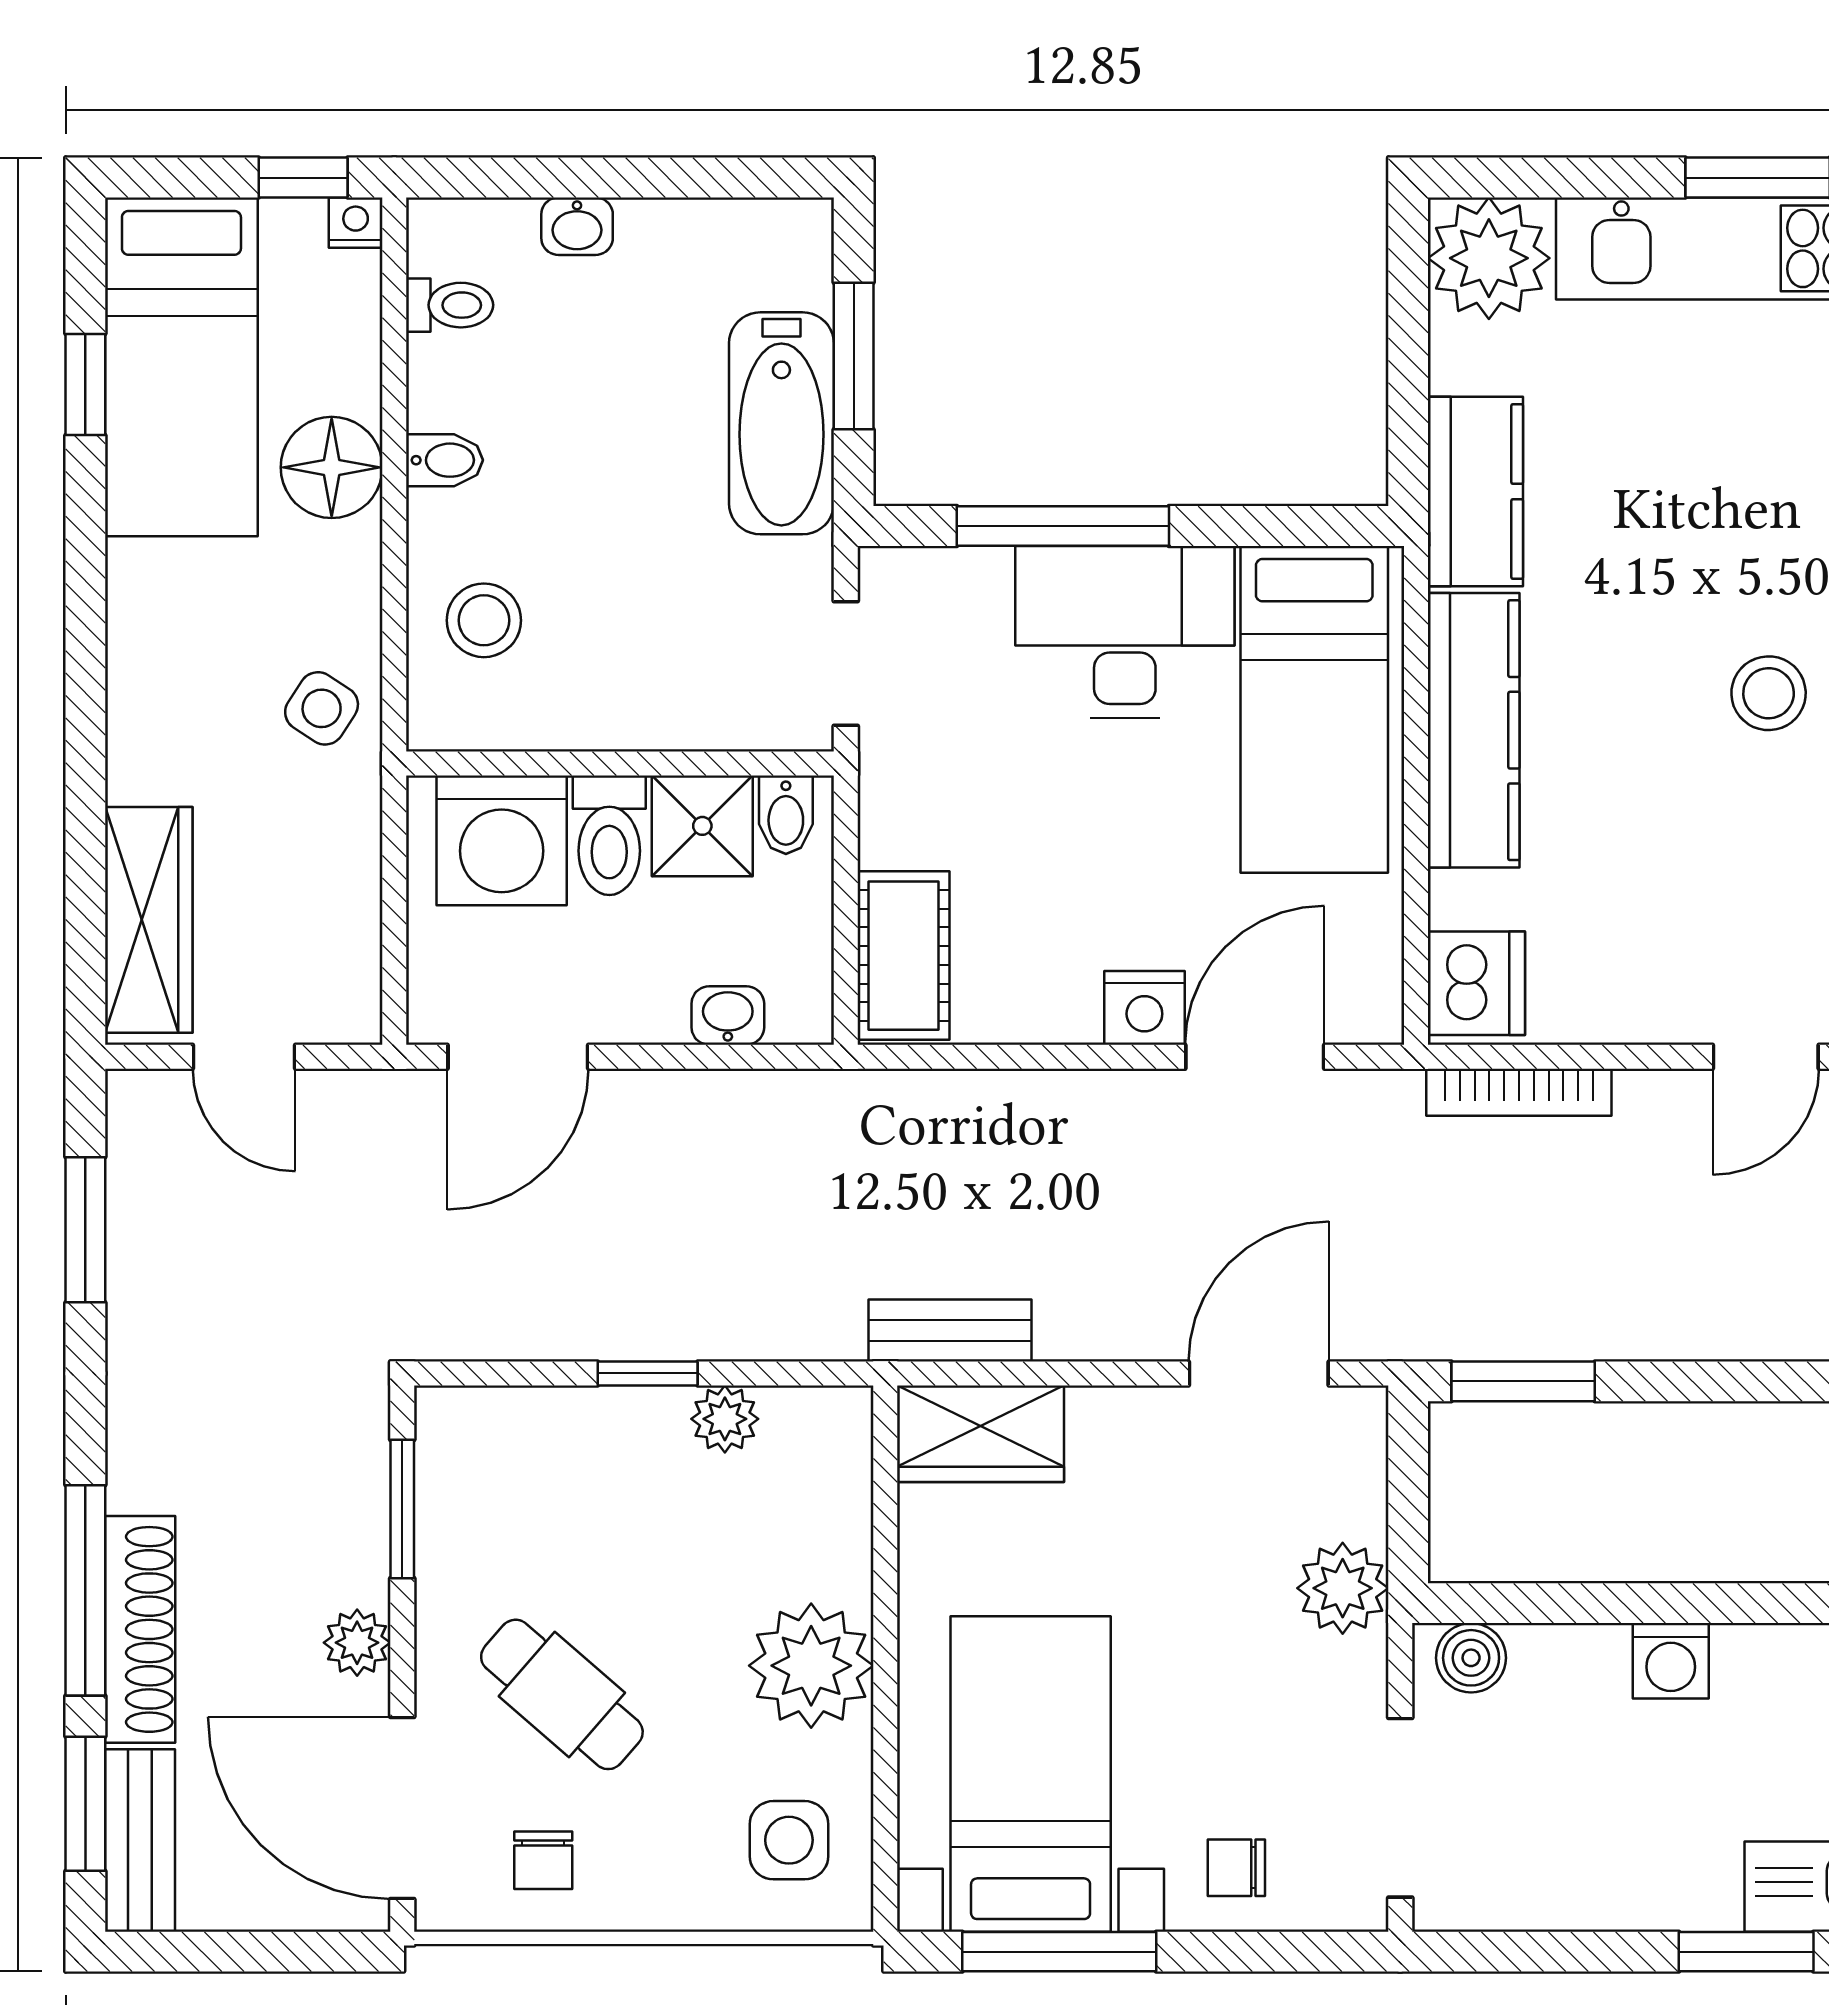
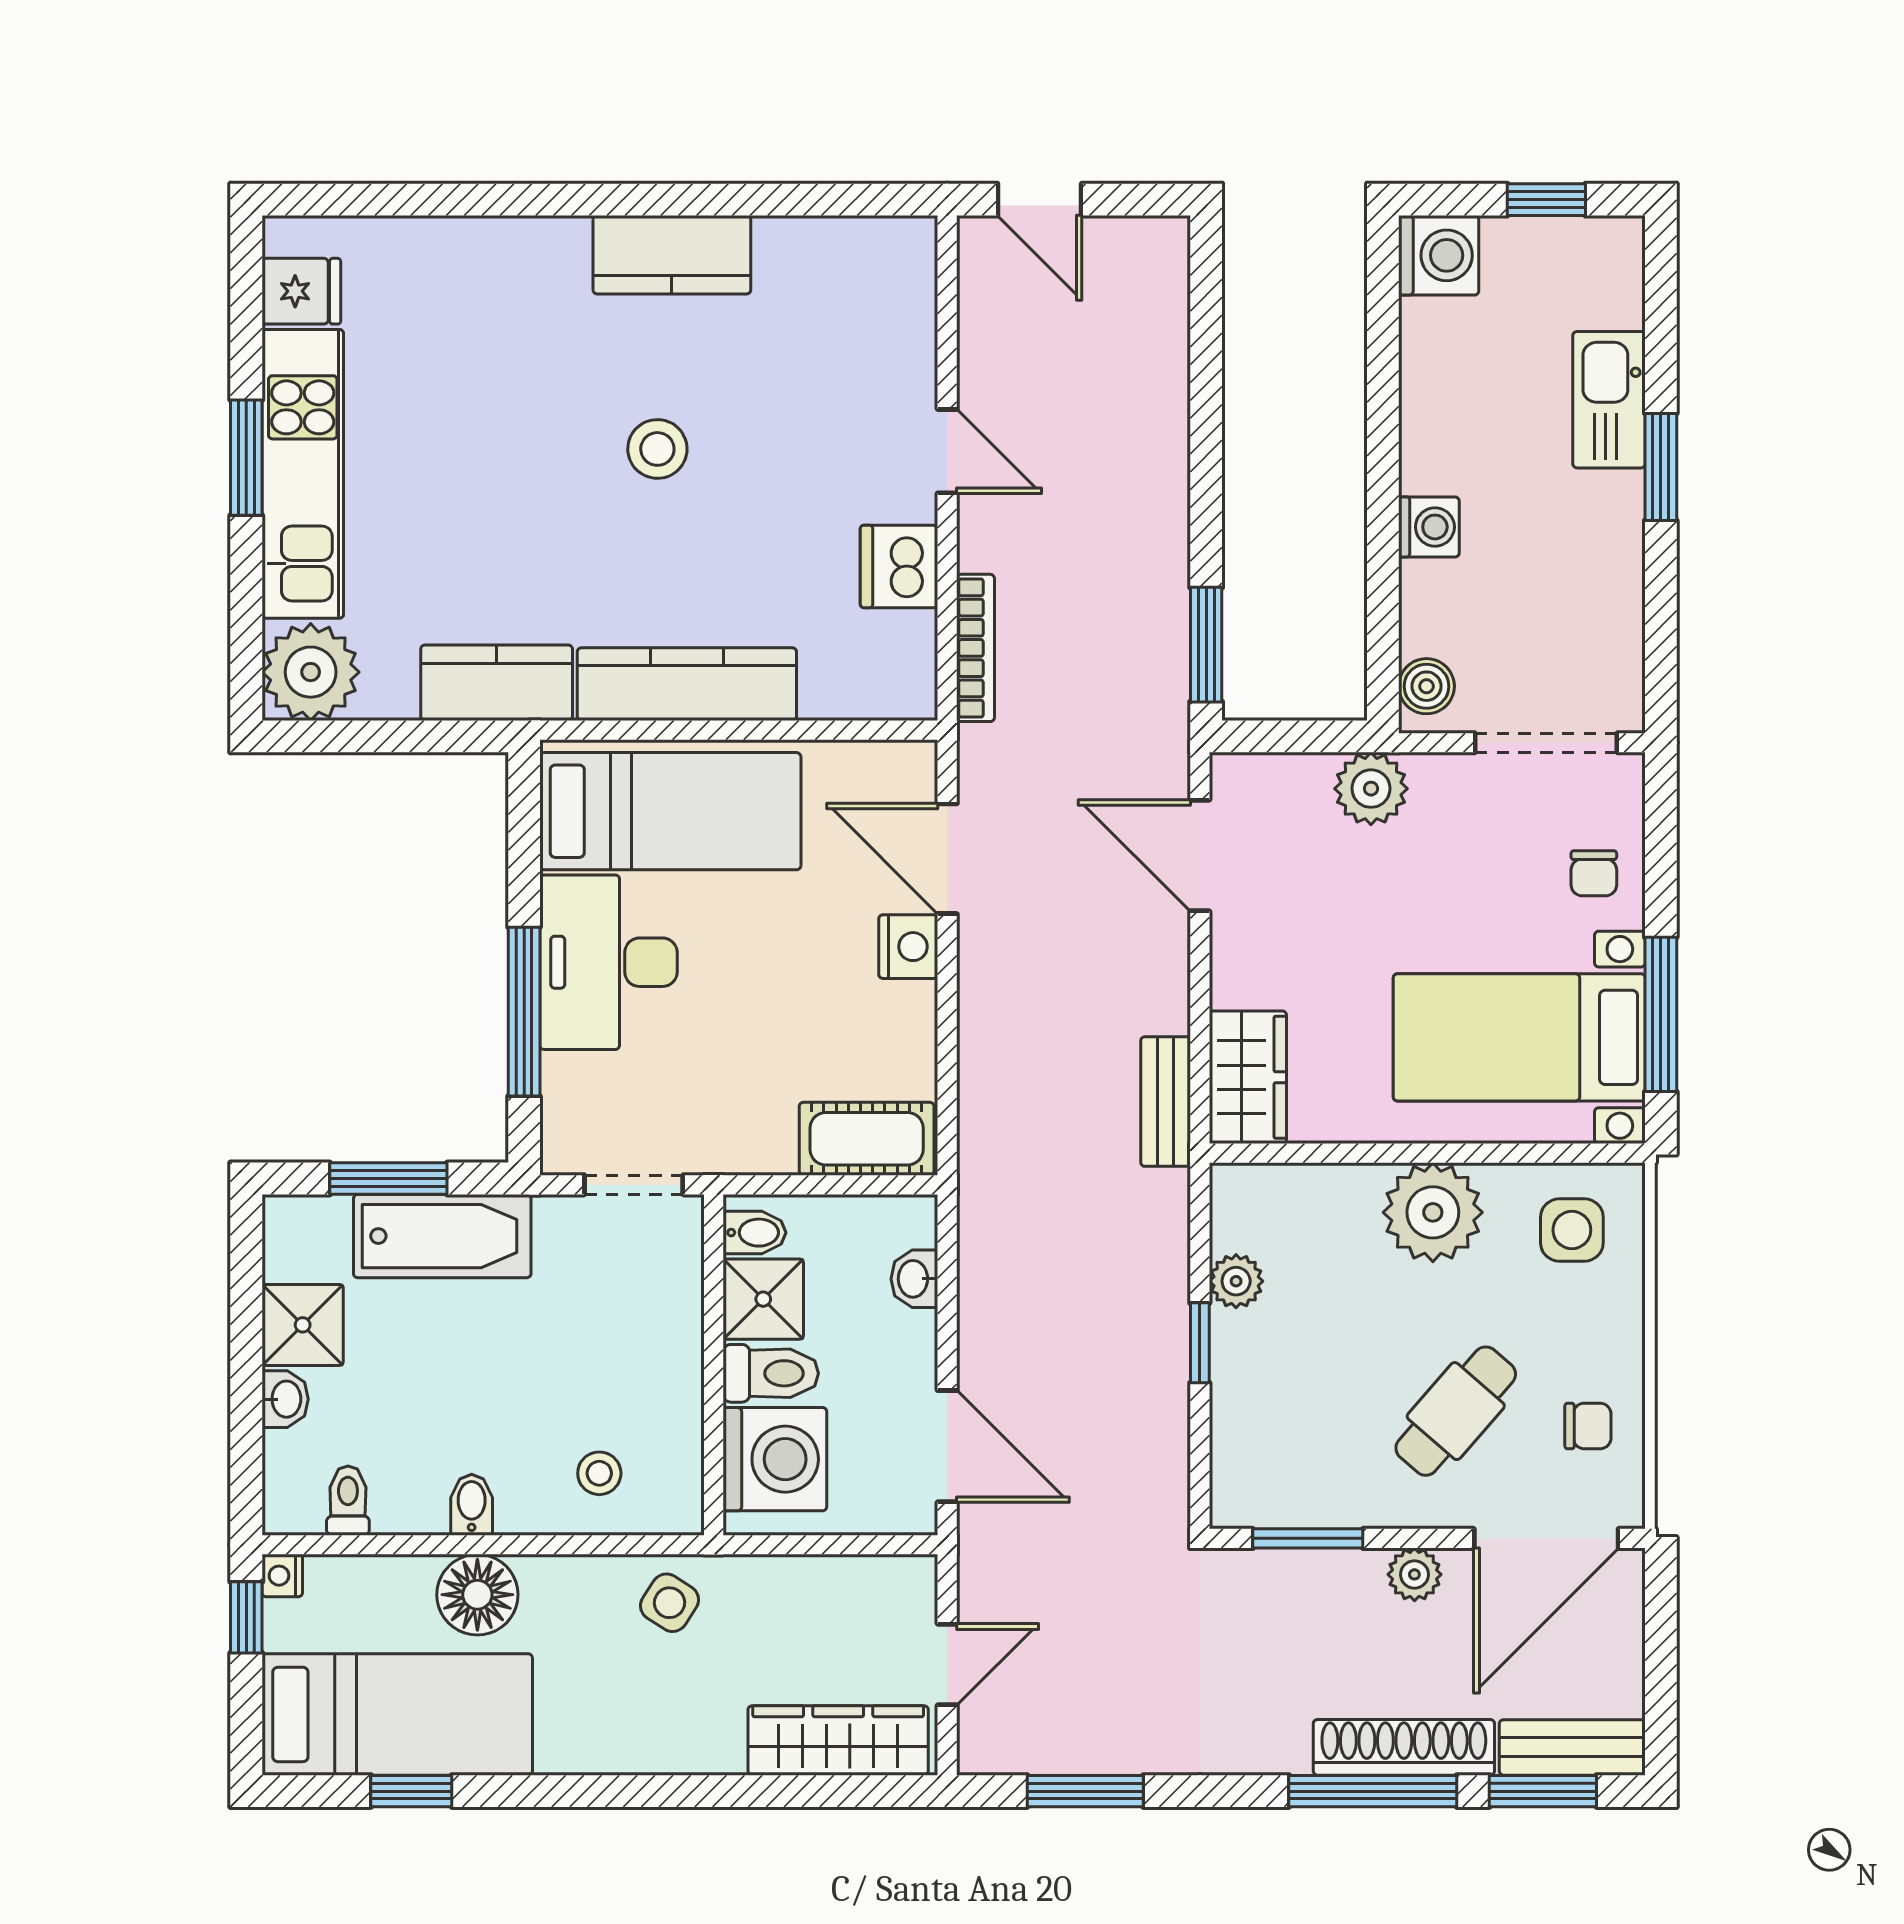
shower: (670, 248) -> (303, 1325), added
stool: (484, 620) -> (599, 1473), width x0.73, depth x0.73
dishwasher: (1476, 983) -> (899, 566), moved, turned -90

